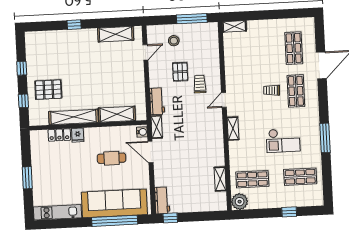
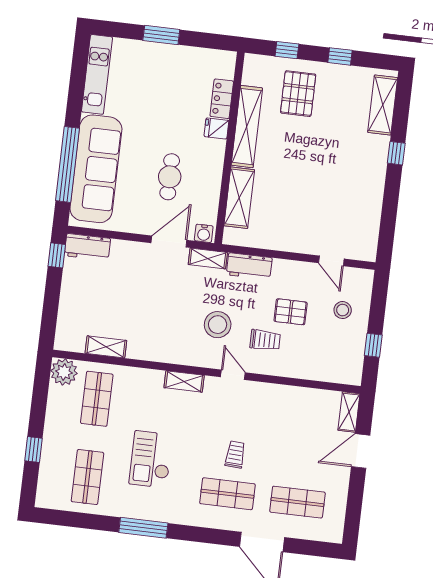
door: (257, 15) -> (361, 451), added
window: (192, 19) -> (373, 345), width x0.46
shelving: (116, 34) -> (383, 105), moved
stool: (195, 114) -> (218, 325), added

